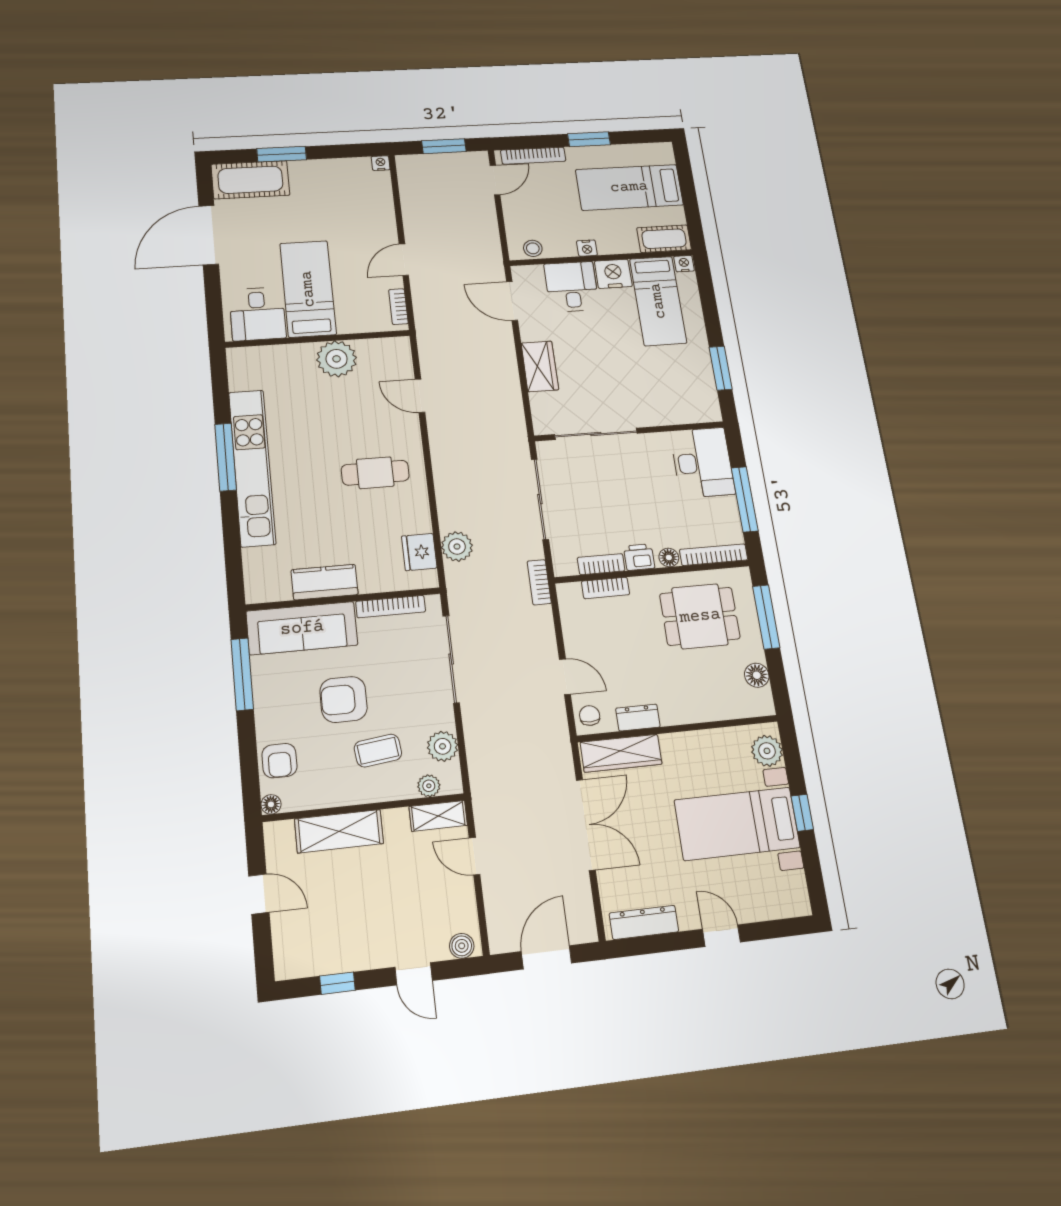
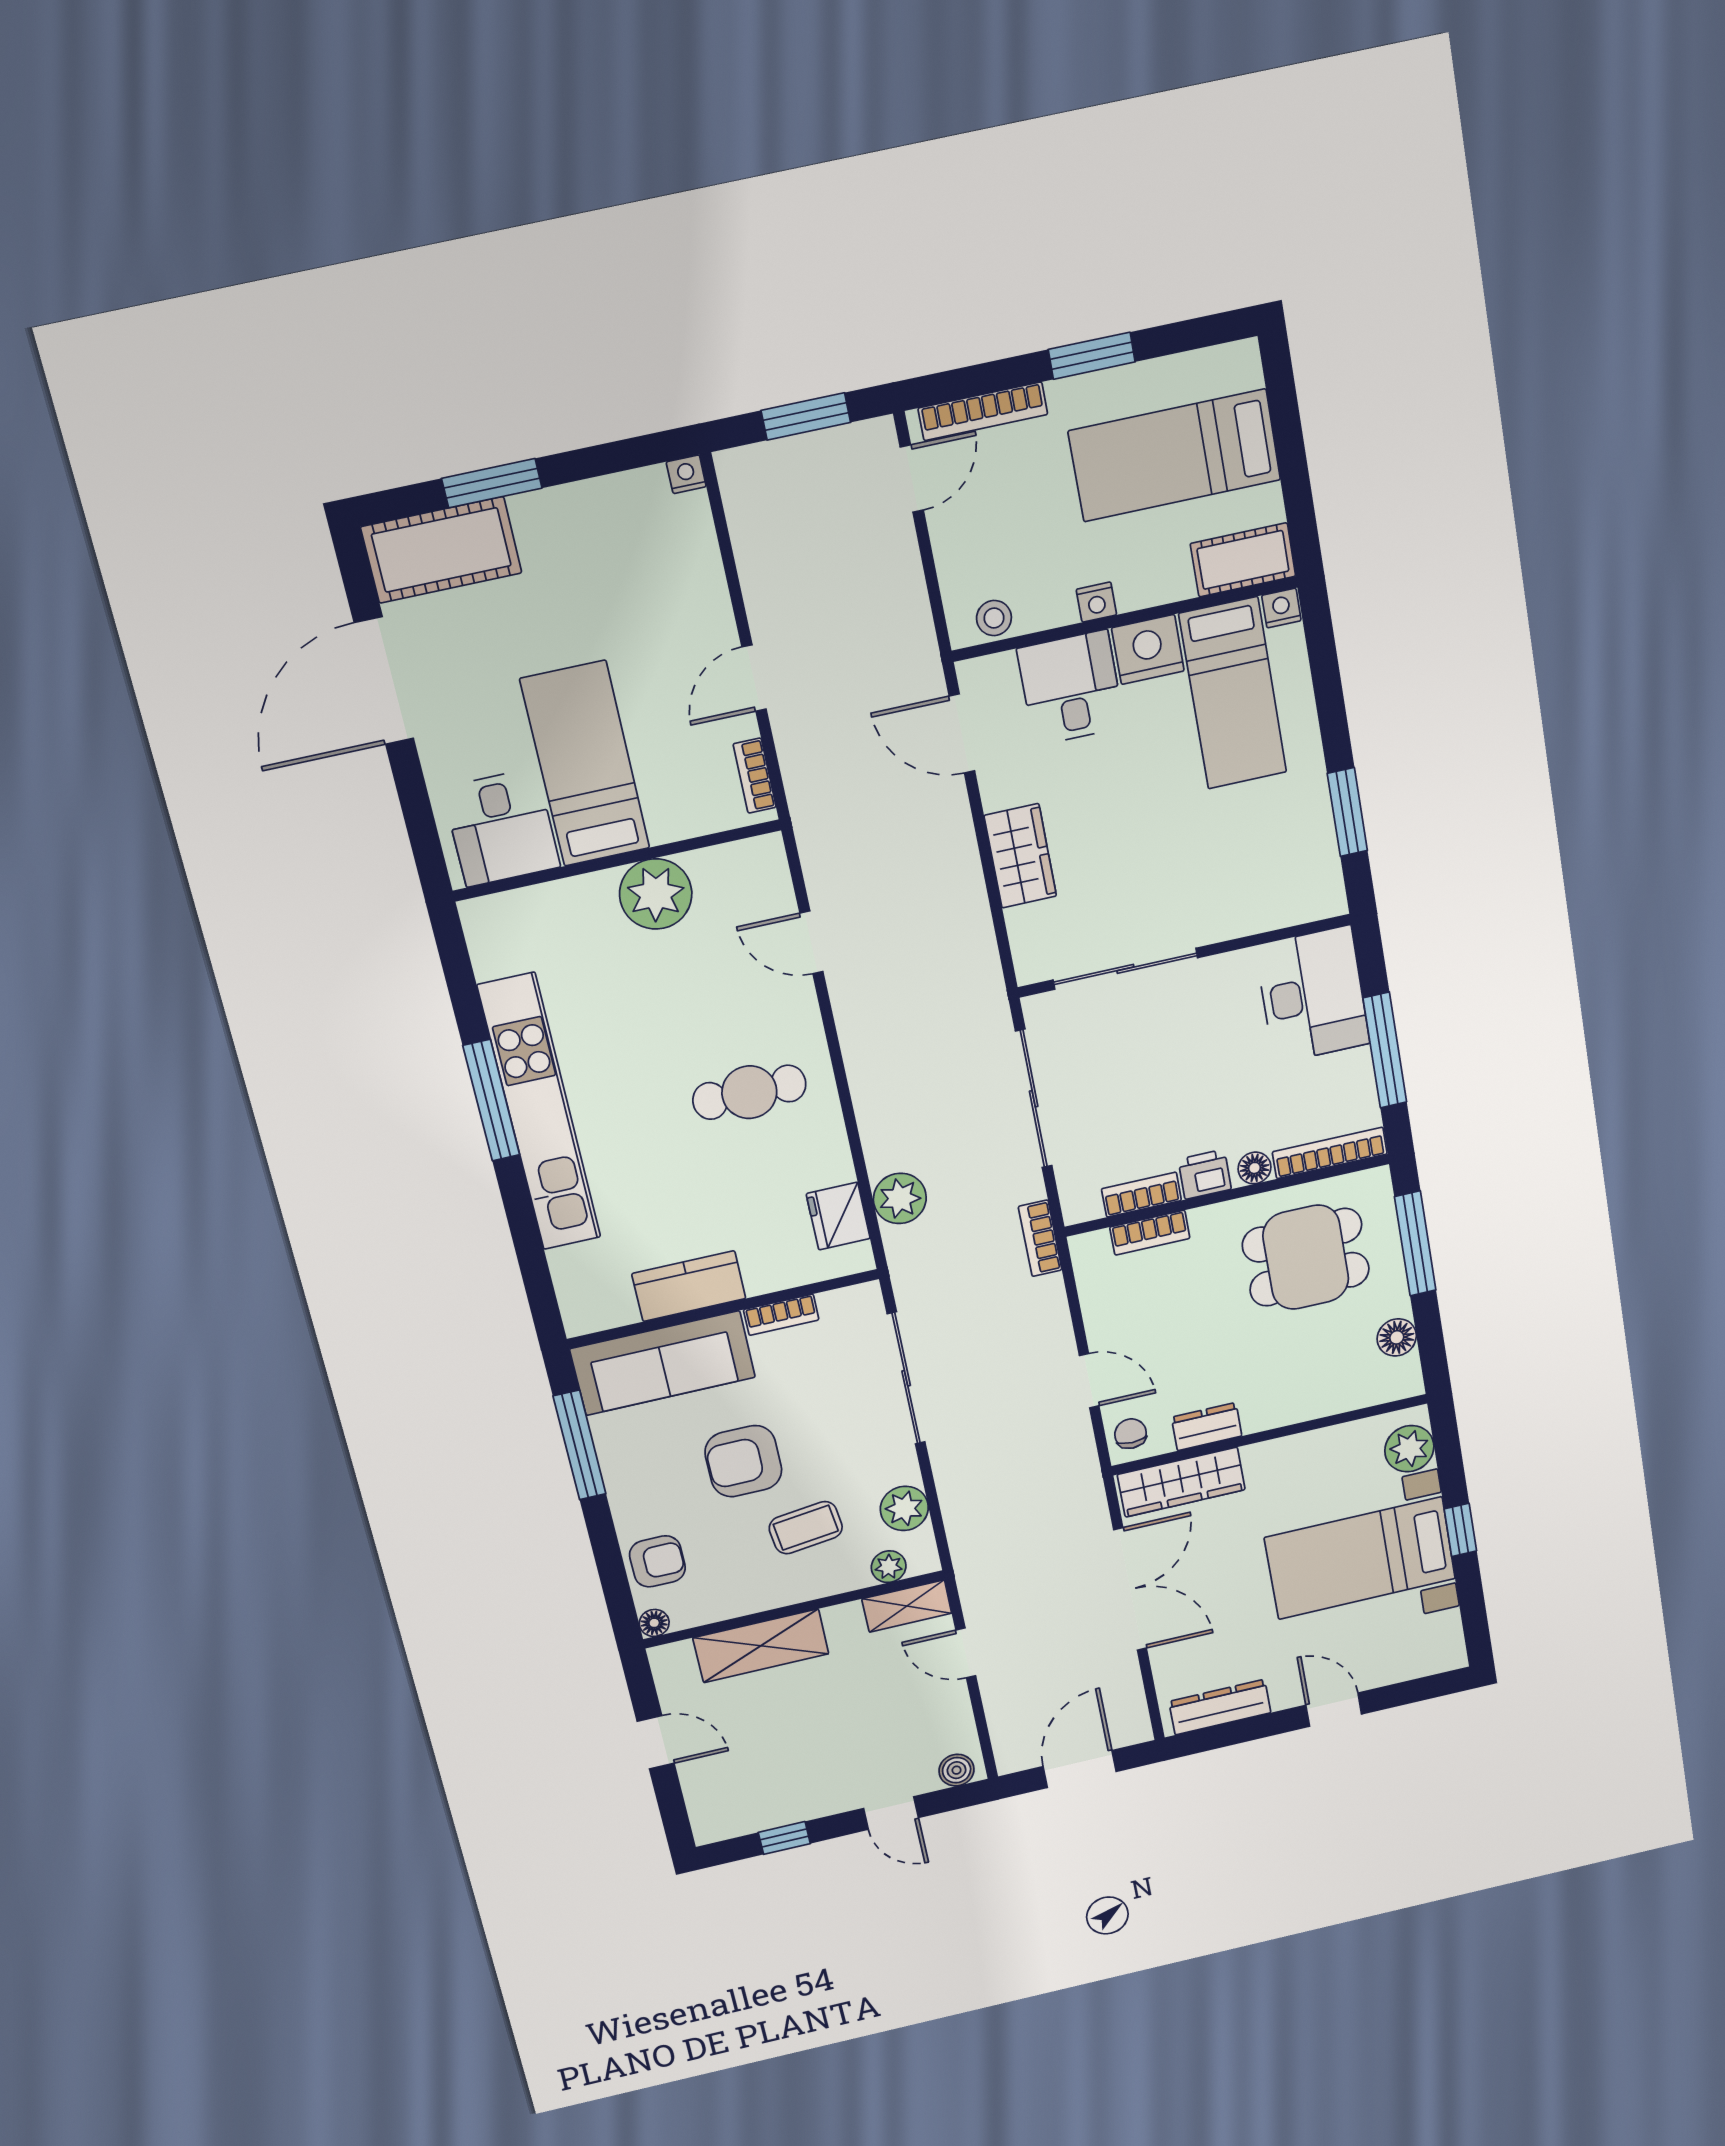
bookcase: (391, 607) -> (781, 1315), width x0.64
armchair: (279, 761) -> (657, 1561), turned -90

